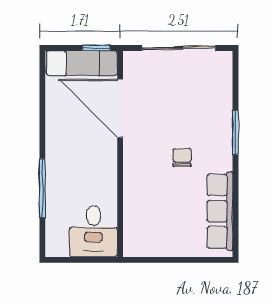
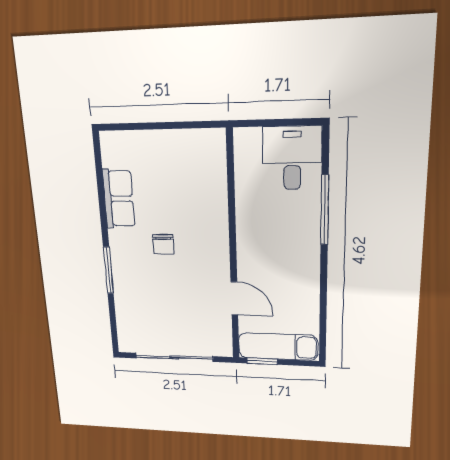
door: (120, 108) -> (234, 298), width x0.53
row of seats: (220, 211) -> (119, 199), width x0.68
desk: (93, 231) -> (292, 158), moved

